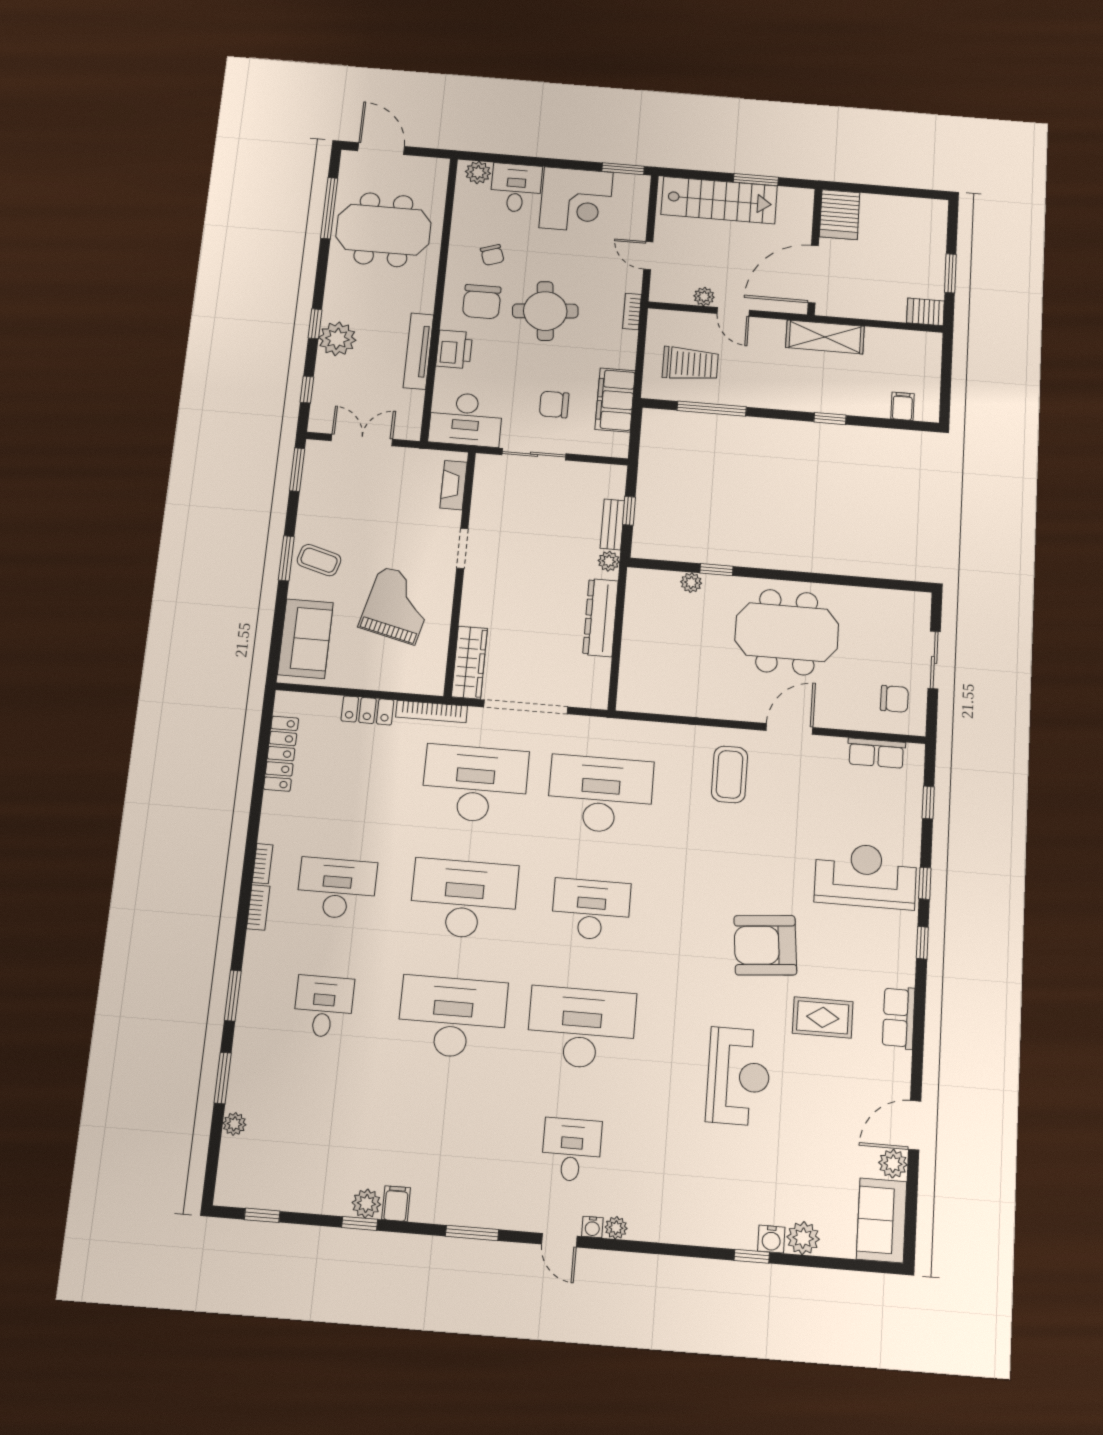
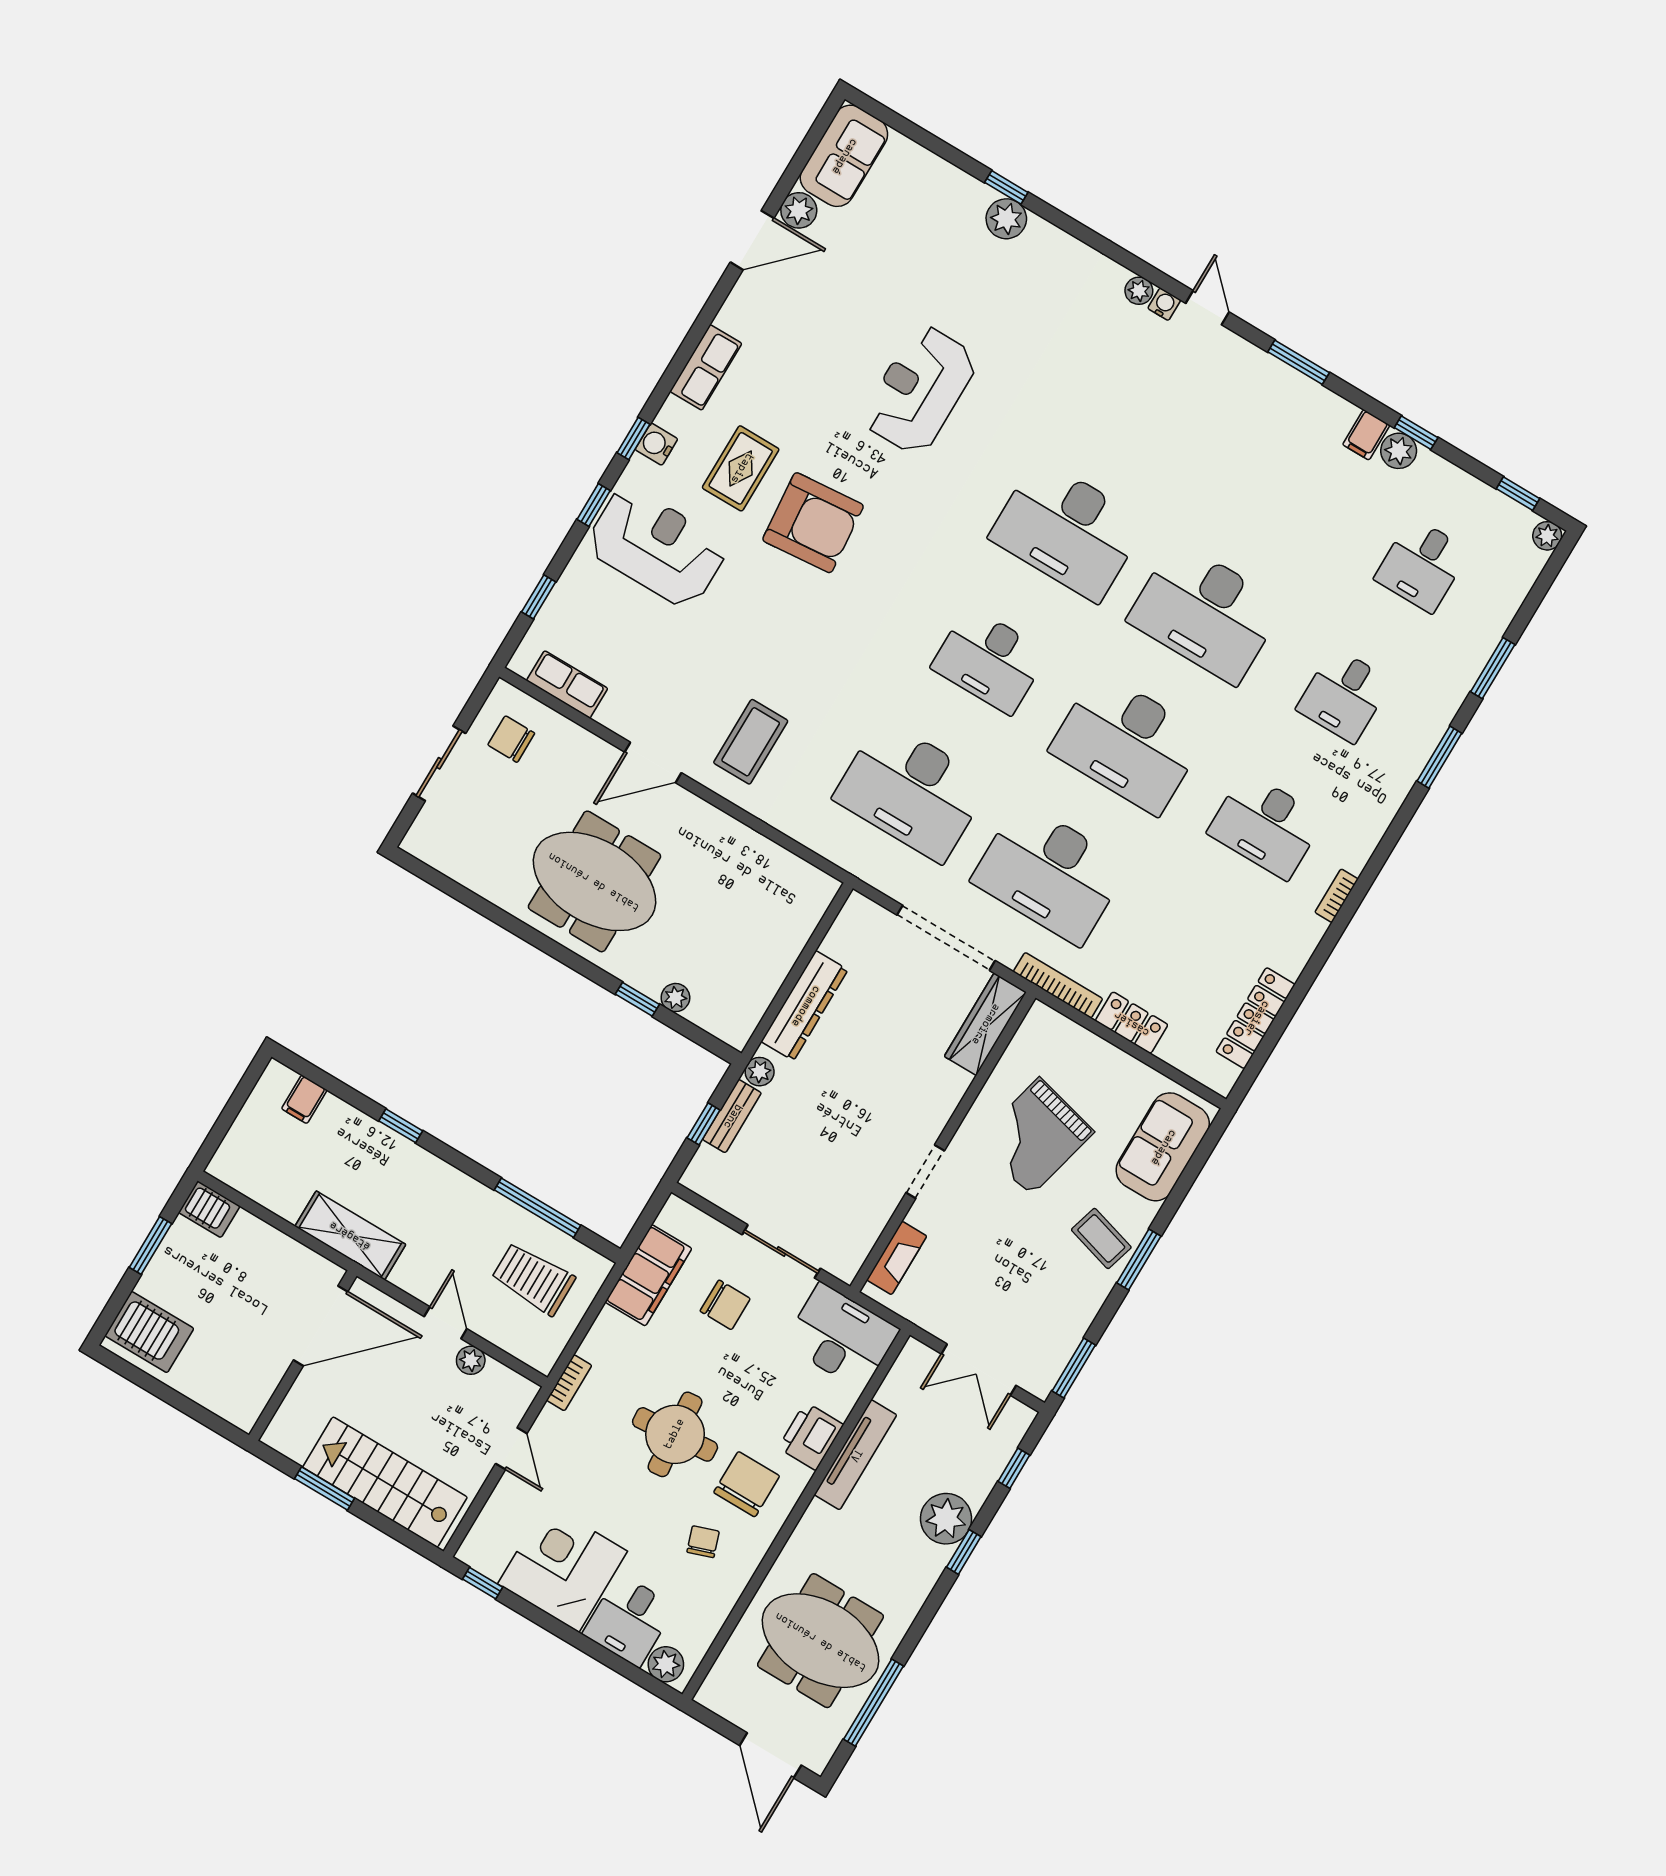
window: (623, 169) -> (483, 1583), width x0.67
server rack: (840, 215) -> (149, 1332), moved, turned 90
reception desk: (866, 876) -> (657, 547), turned 180
bookcase: (258, 908) -> (1365, 846), removed
rug: (823, 1017) -> (741, 468), moved, turned 90
plant: (234, 1124) -> (1547, 536), moved
desk: (571, 1150) -> (1422, 565), moved
plant: (803, 1238) -> (1006, 219), moved
water cooler: (771, 1239) -> (656, 444), moved, turned -90

